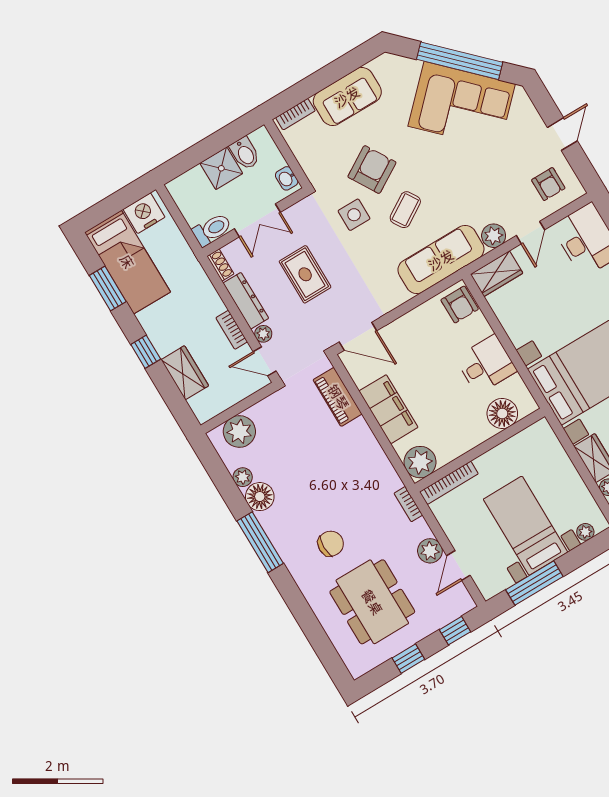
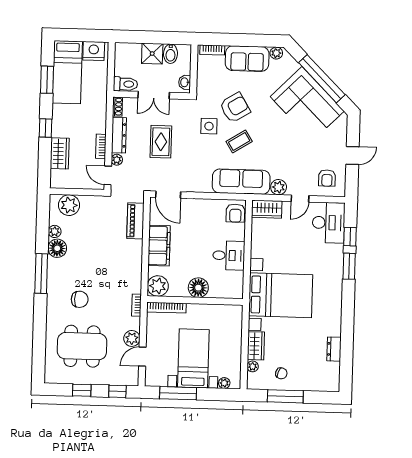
plant: (380, 65) -> (276, 53), added
floor lamp: (502, 414) -> (198, 288), moved
dining table: (372, 602) -> (82, 346), turned 90

